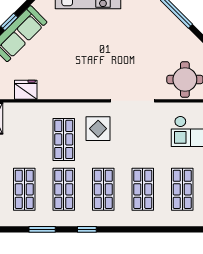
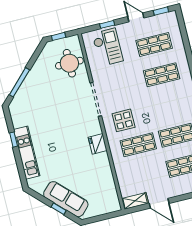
fridge: (26, 90) -> (98, 144), moved
shop shelf: (103, 189) -> (169, 105), removed

